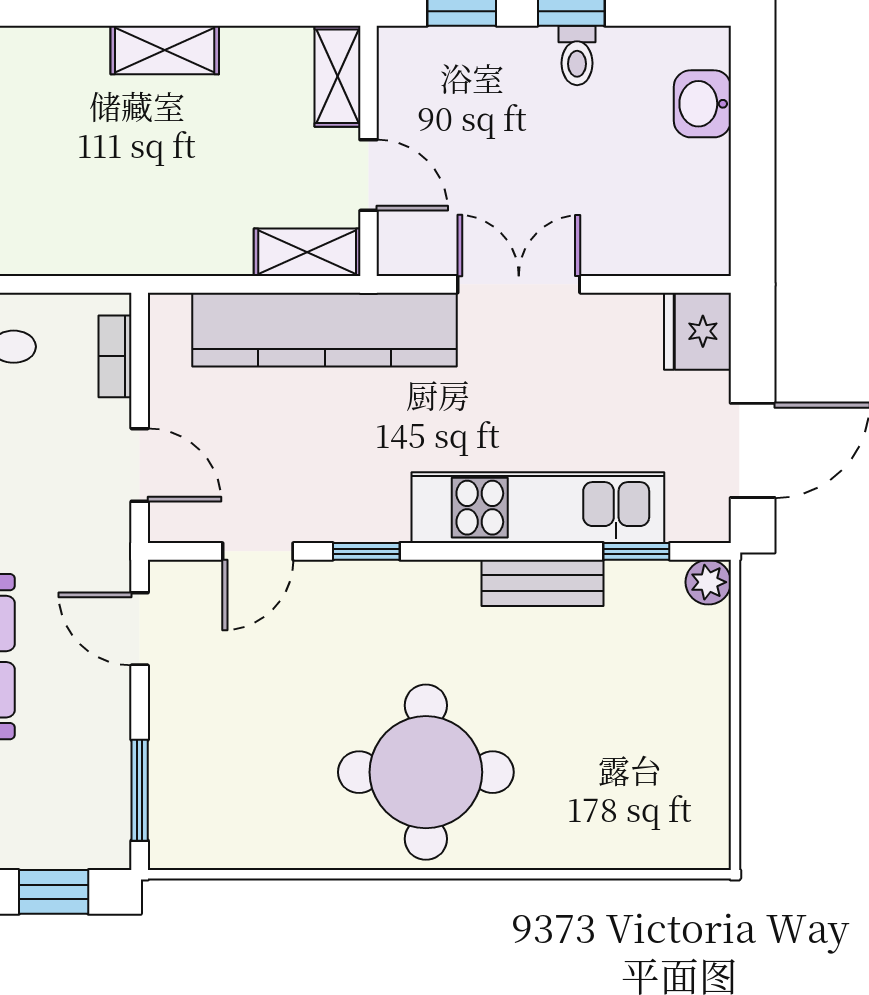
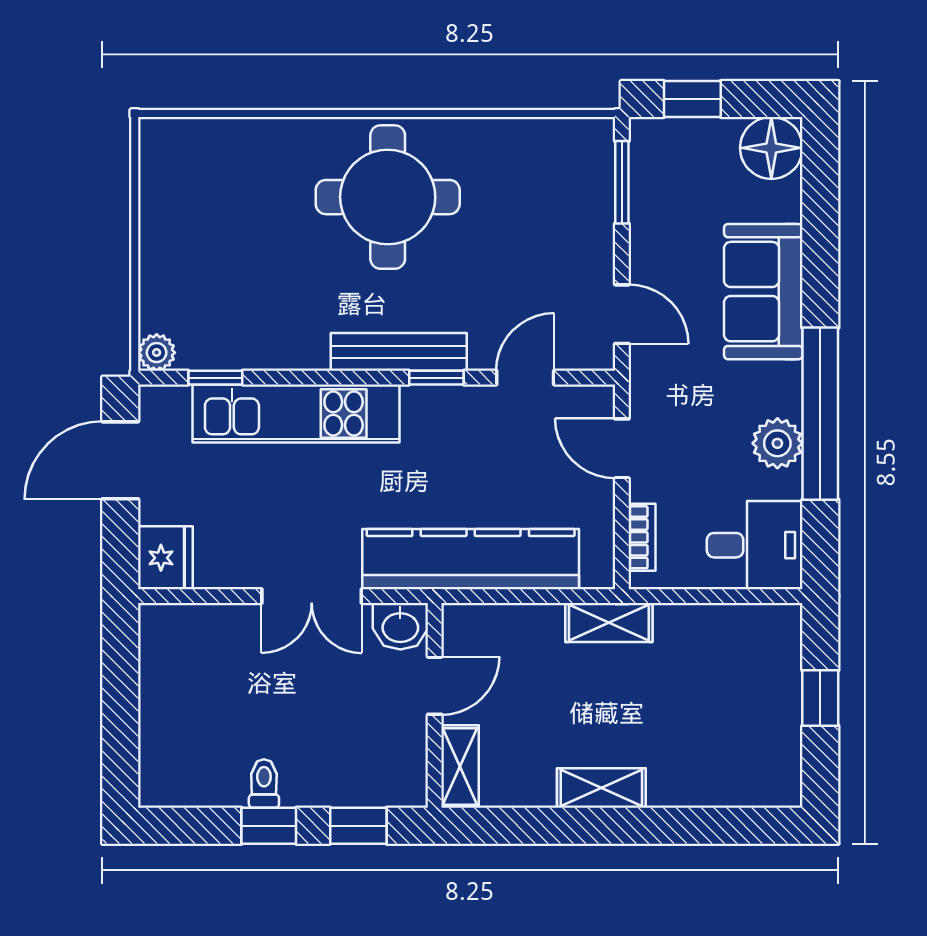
washbasin: (702, 104) -> (400, 626), moved, turned 90
door: (369, 175) -> (435, 686), swing flipped
shelving: (307, 252) -> (609, 622), moved
bench: (543, 583) -> (399, 352), moved, width x1.36

